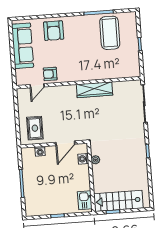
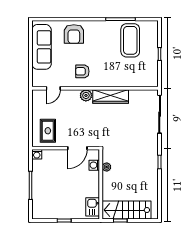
armchair: (50, 74) -> (82, 71), moved
plant: (70, 91) -> (86, 95), added
washing machine: (40, 151) -> (37, 154), moved

